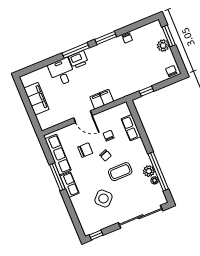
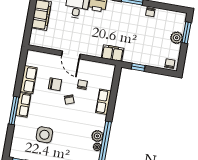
filing cabinet: (102, 99) -> (113, 53), moved
row of seats: (131, 128) -> (103, 102), moved
row of seats: (58, 154) -> (29, 80), width x0.68
coffee table: (120, 172) -> (73, 121), removed
window: (57, 177) -> (14, 111), moved
side table: (103, 198) -> (44, 135), turned 45

